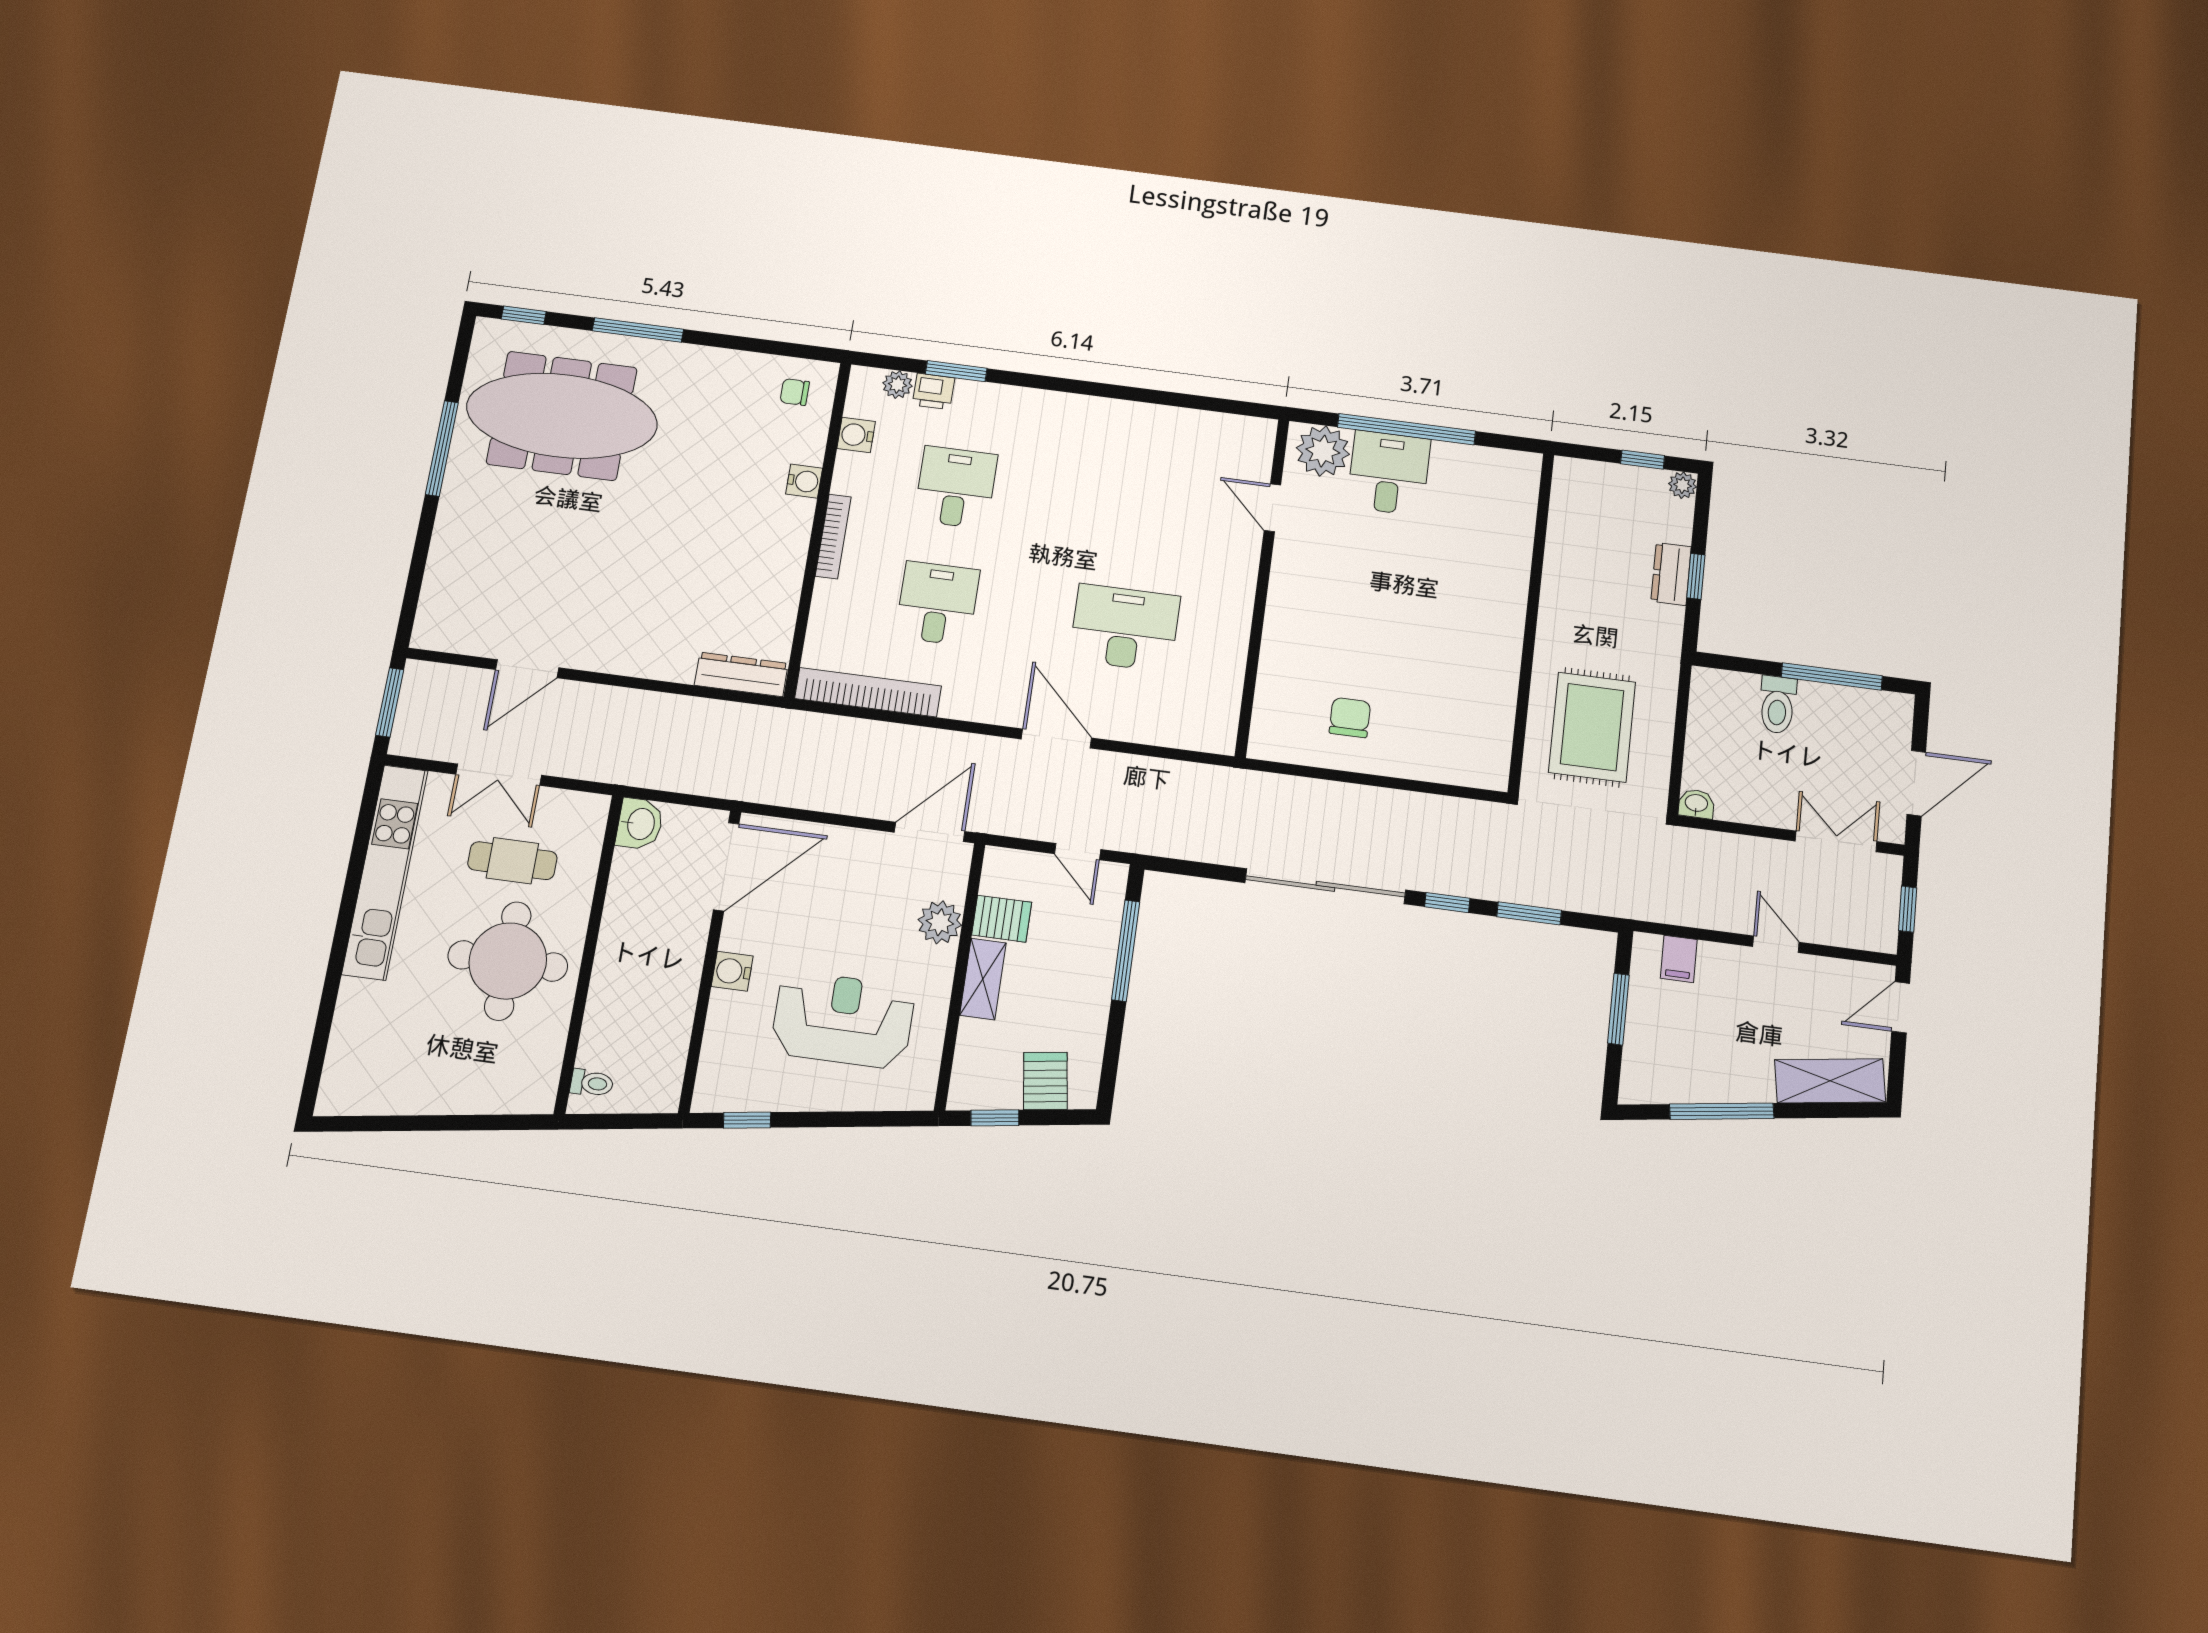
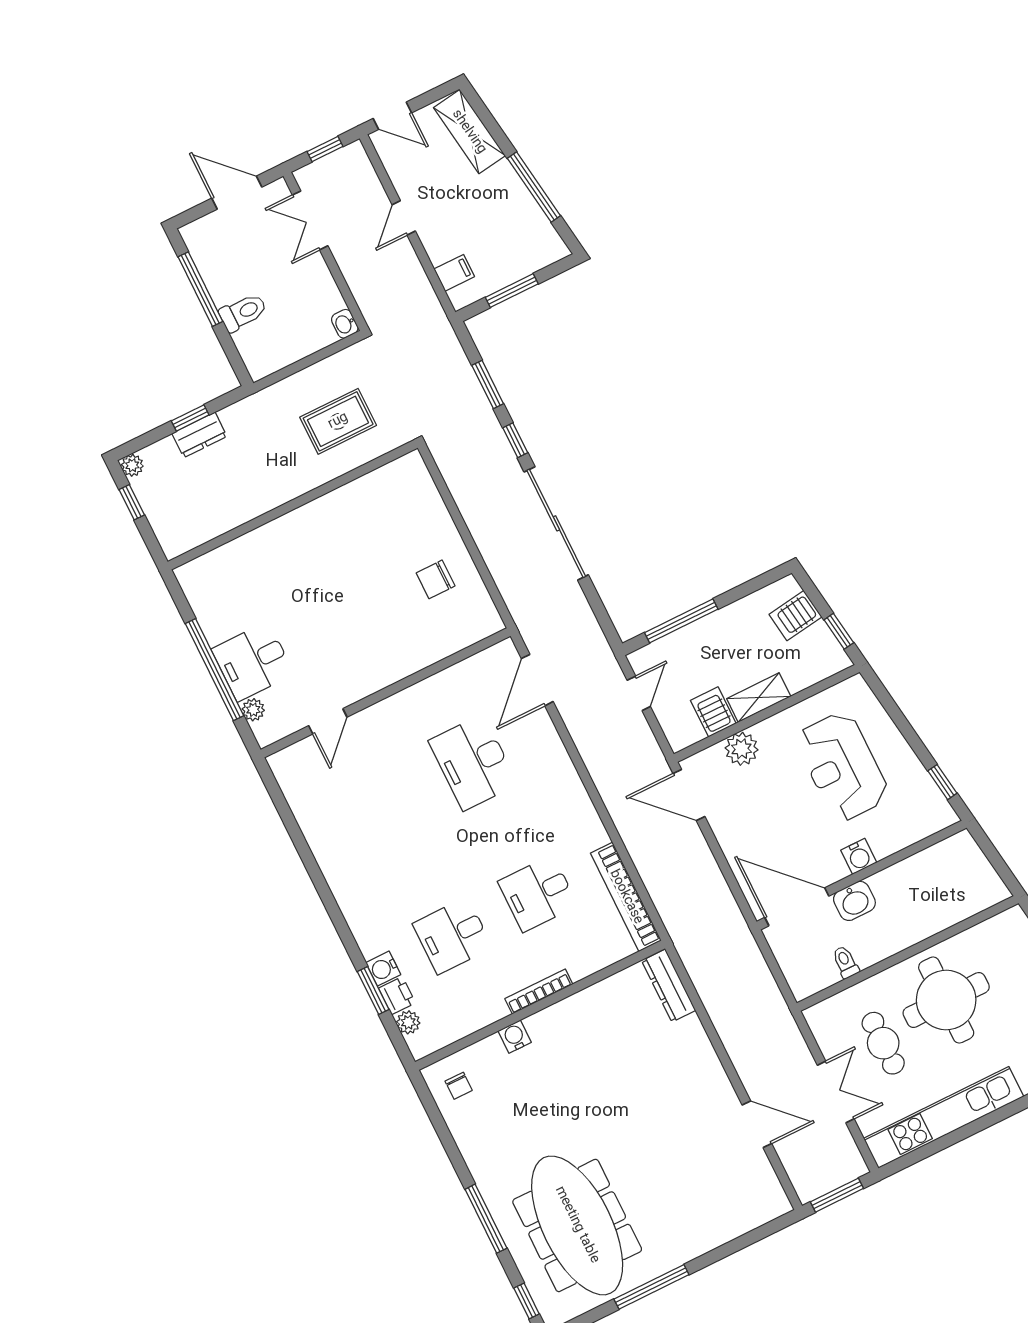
water cooler: (856, 435) -> (383, 969), moved, turned 90
plant: (1323, 451) -> (253, 710), width x0.53, depth x0.53
rug: (1592, 727) -> (338, 421), width x0.73, depth x0.70
door: (1056, 738) -> (537, 680), moved
washbasin: (640, 824) -> (854, 901), moved, turned 180
toilet: (592, 1083) -> (845, 962), moved

